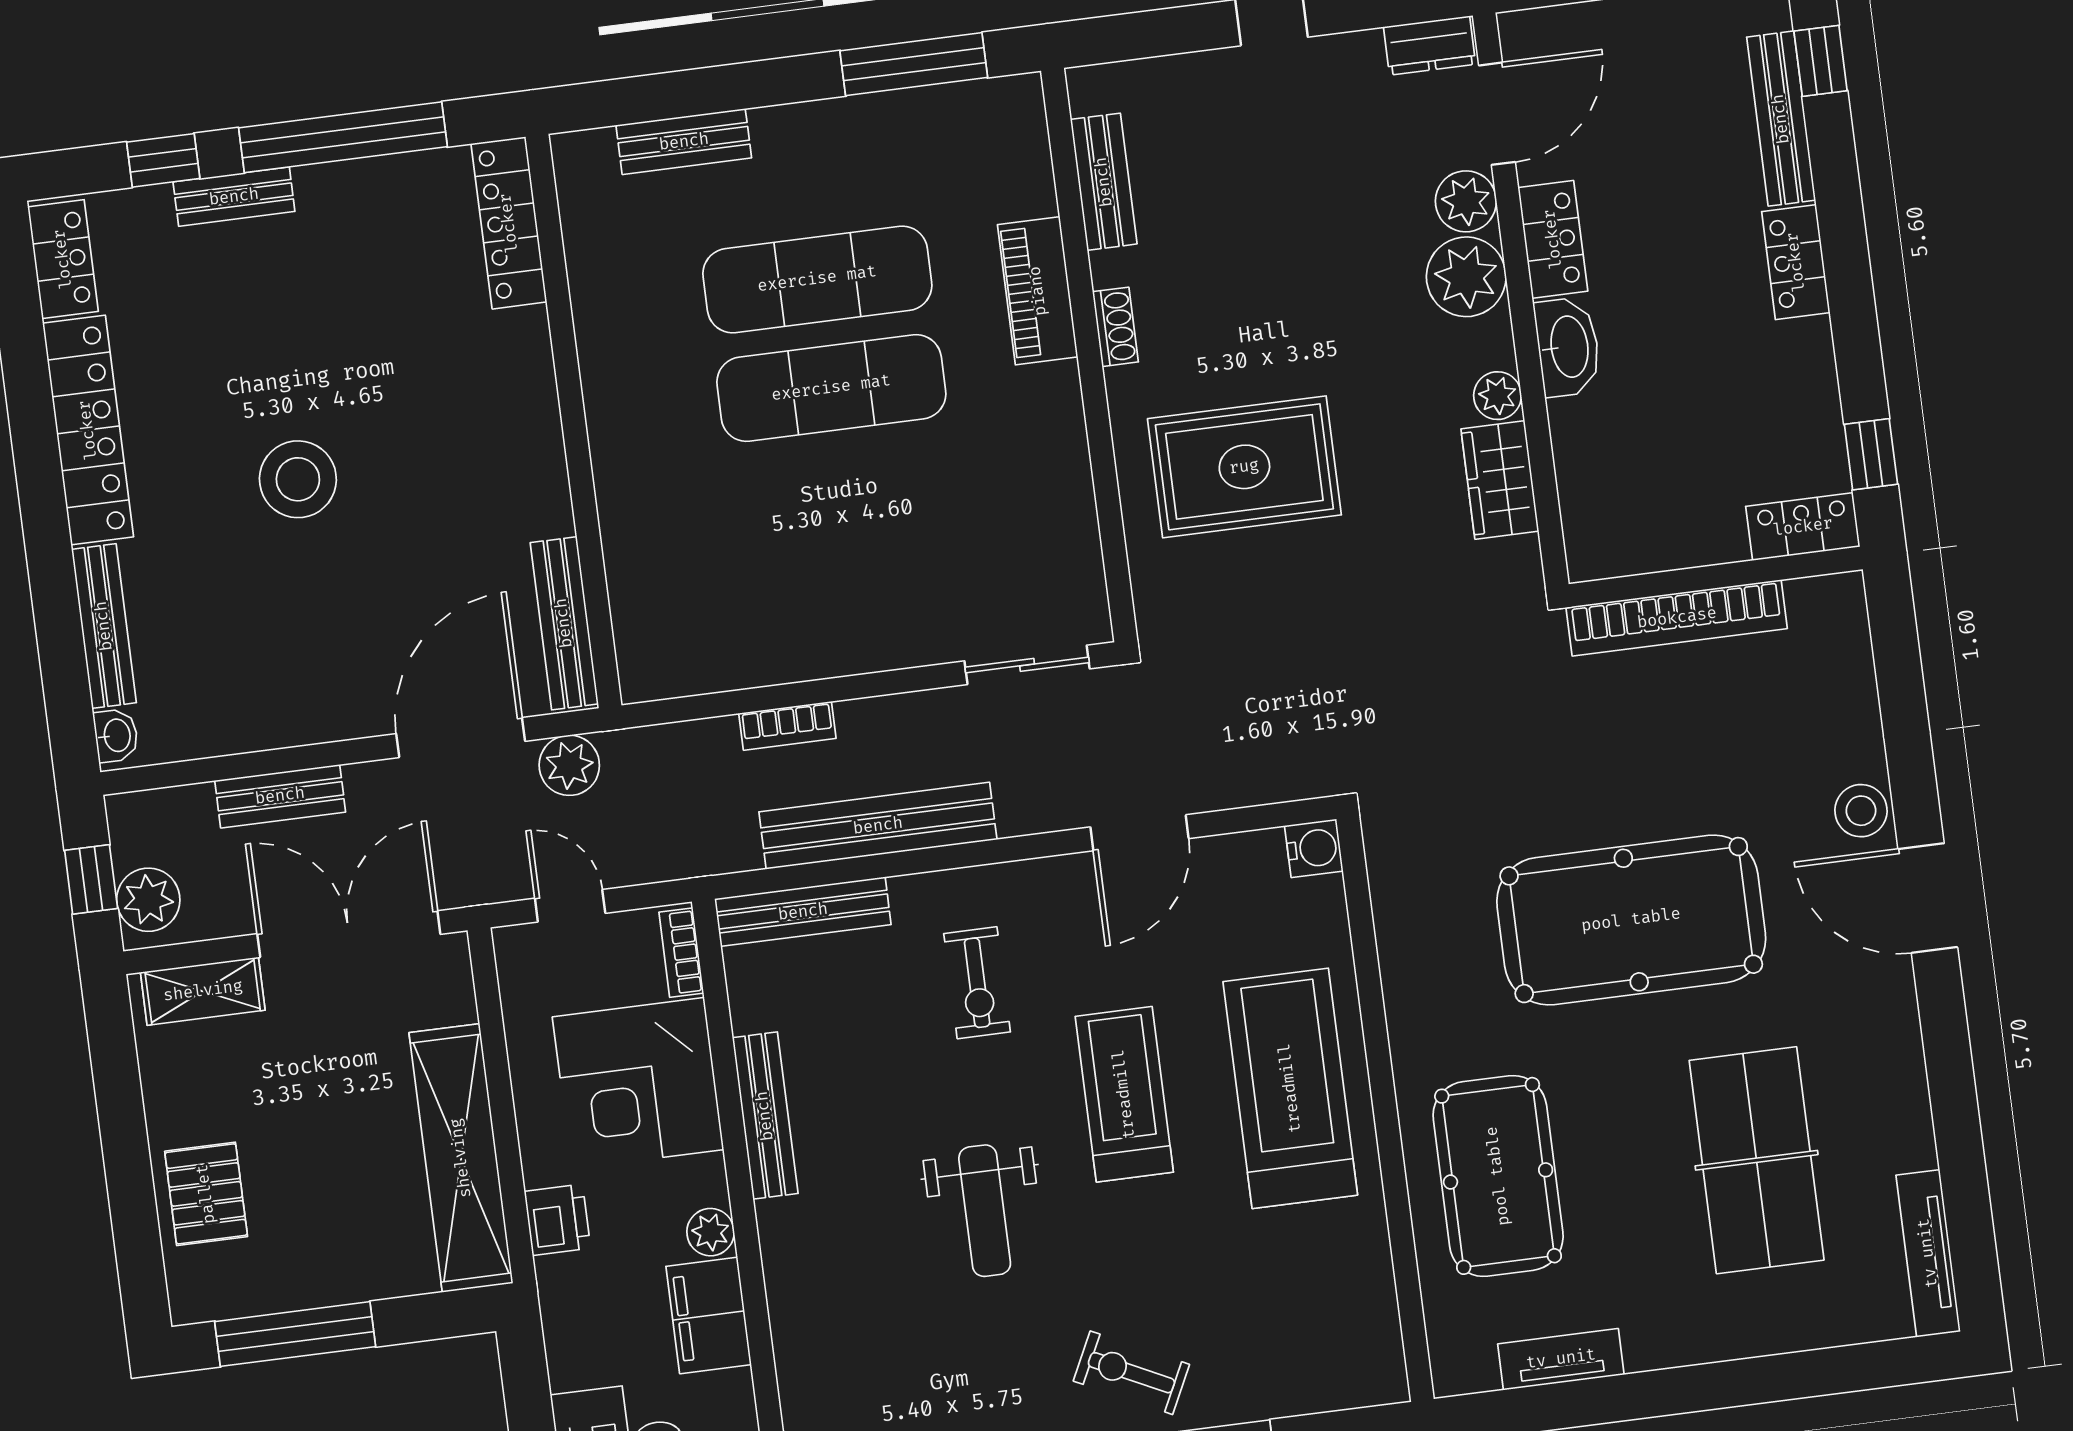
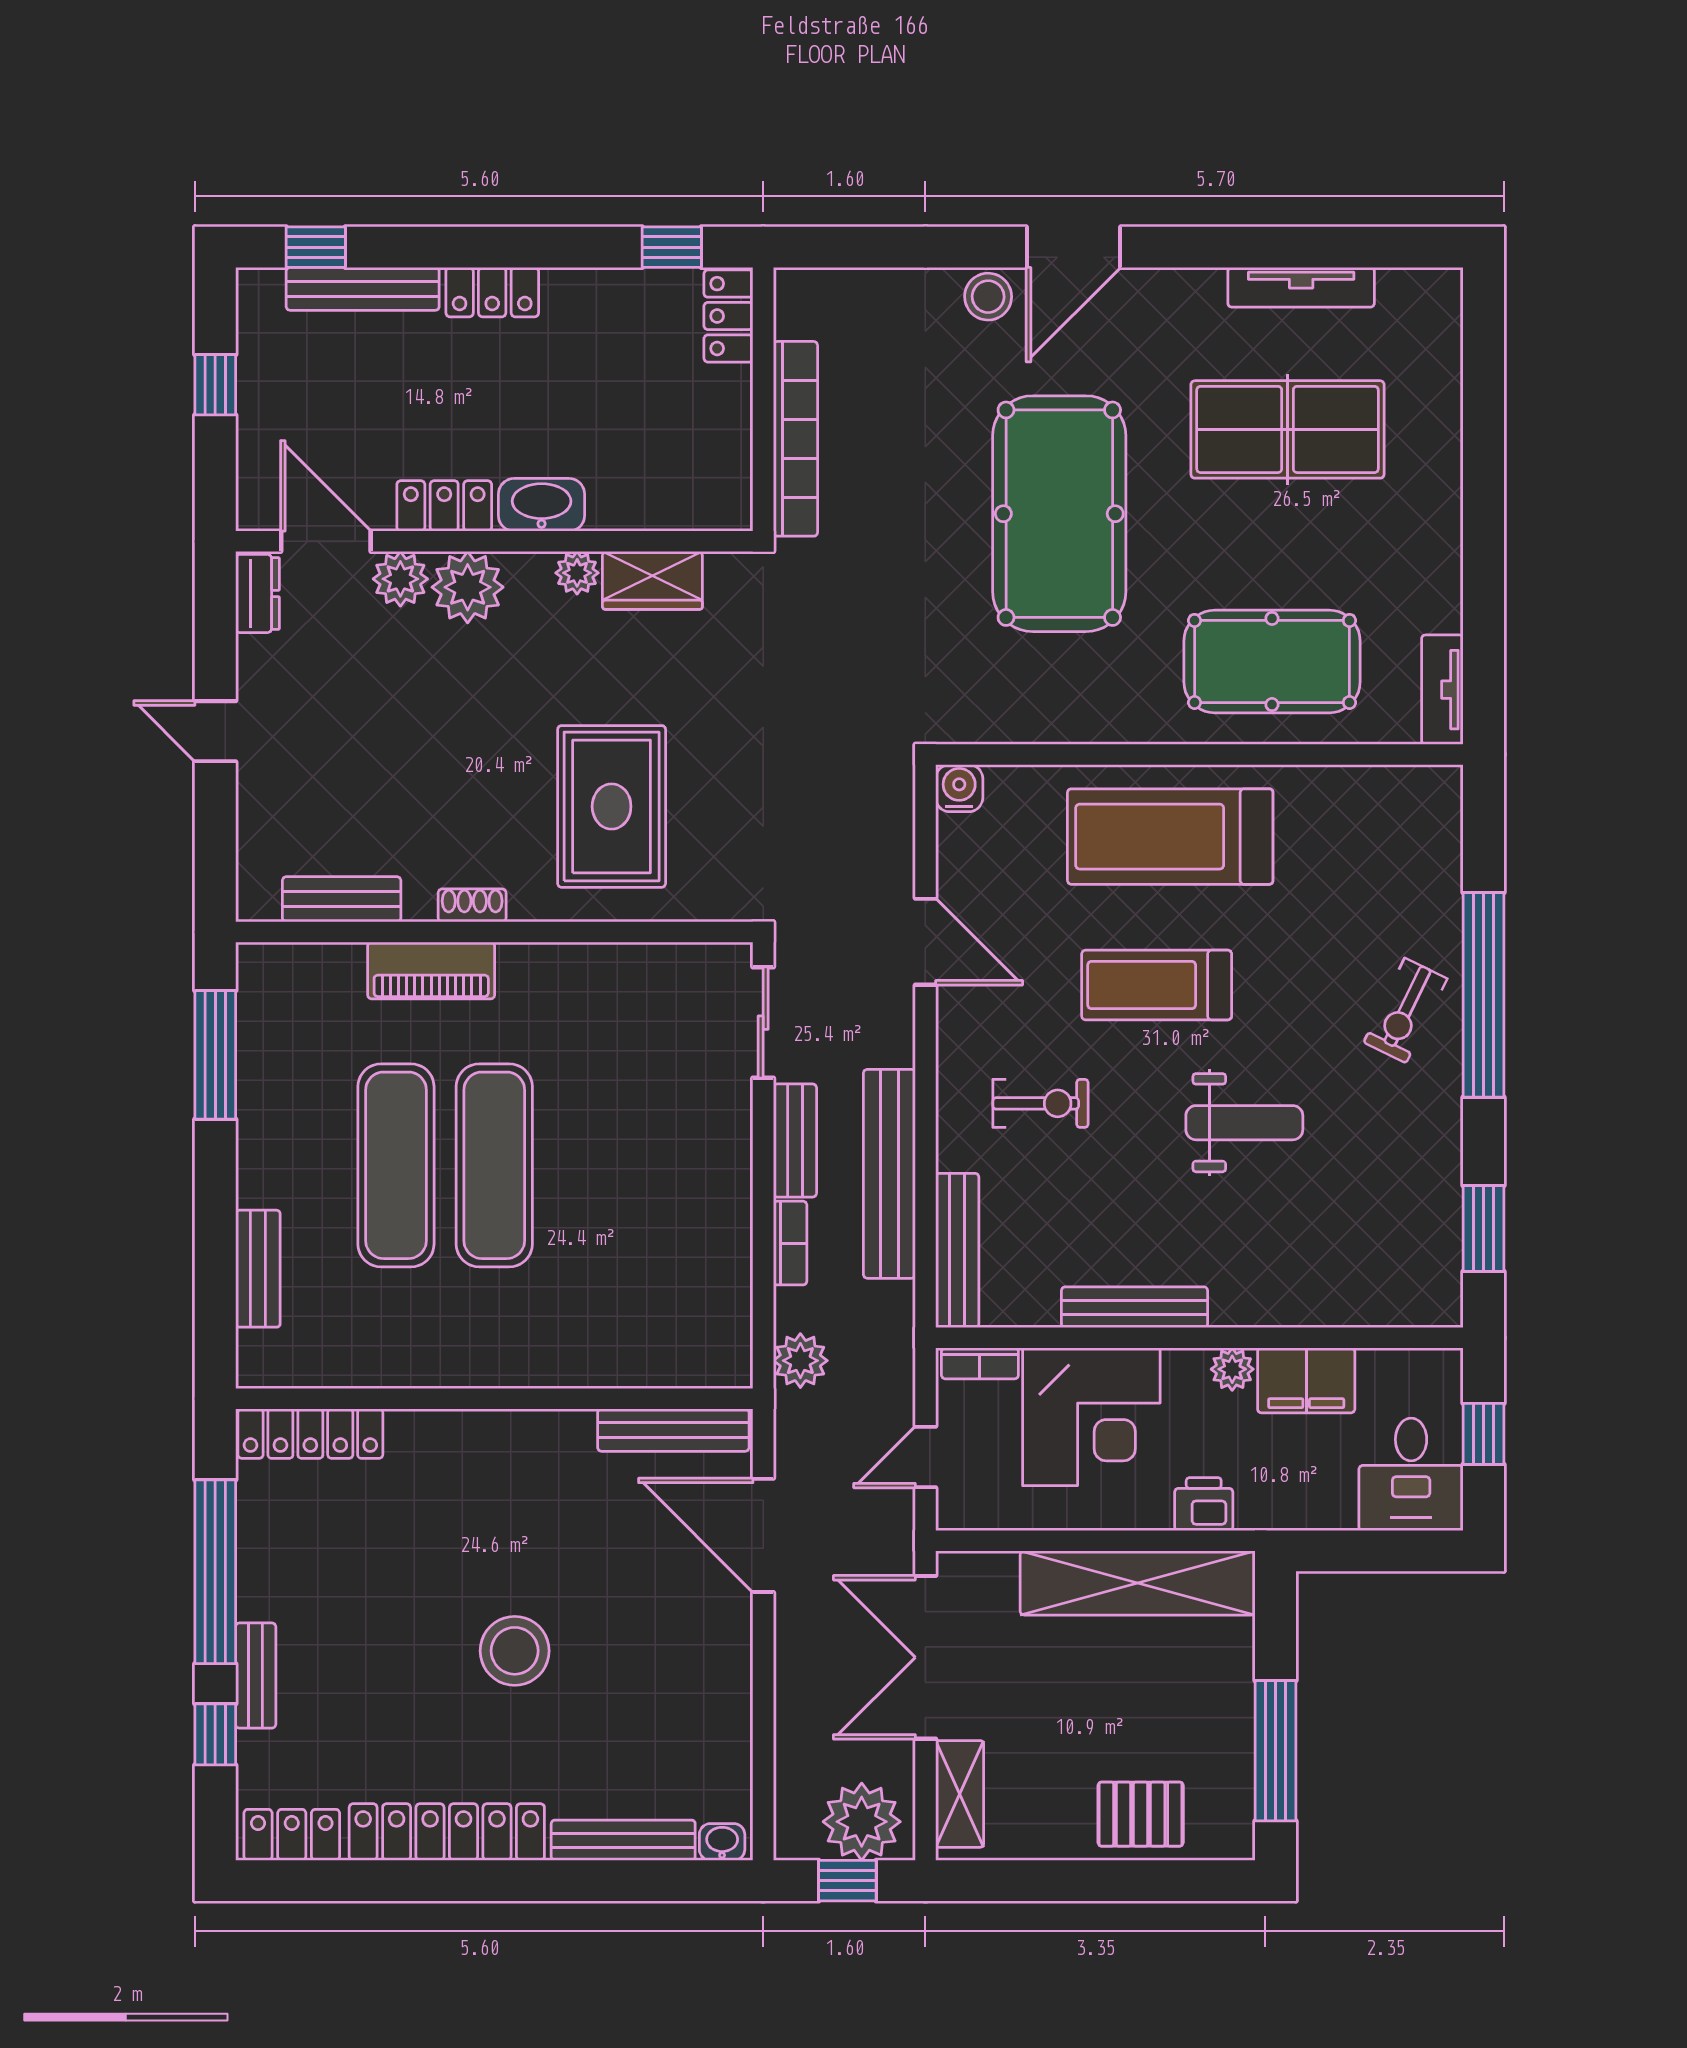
plant: (569, 765) -> (800, 1361), moved
bench: (280, 796) -> (795, 1140), moved
plant: (148, 900) -> (862, 1822), width x1.36, depth x1.36
tv unit: (1928, 1253) -> (1301, 287), moved
tv unit: (1561, 1359) -> (1442, 690), moved

